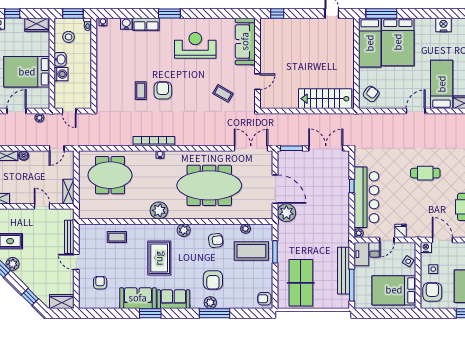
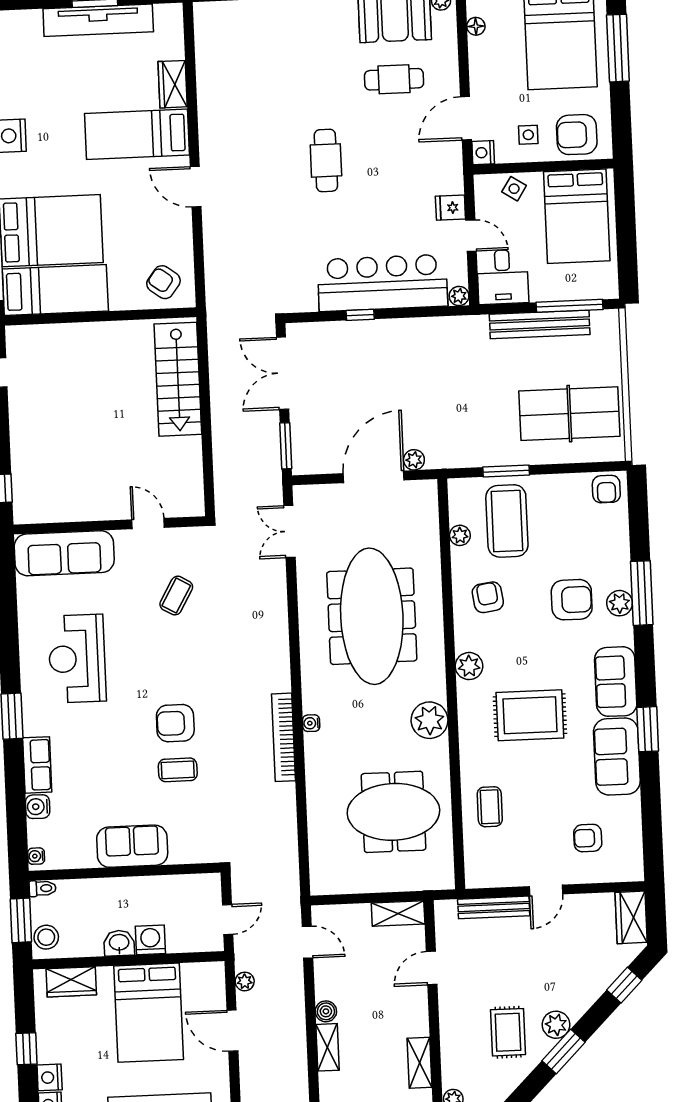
wardrobe: (37, 25) -> (71, 982), moved, turned 90
stool: (69, 37) -> (46, 937), moved
sofa: (106, 67) -> (132, 846), added
double door: (251, 148) -> (289, 531), width x0.73
meeting table: (110, 175) -> (393, 812), moved, turned 90
plant: (286, 213) -> (414, 460), width x0.53, depth x0.53

